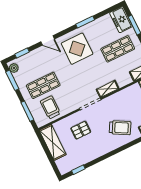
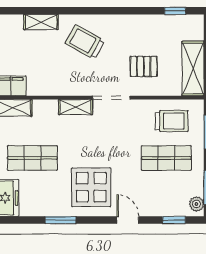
trolley: (50, 107) -> (172, 121), turned -90

